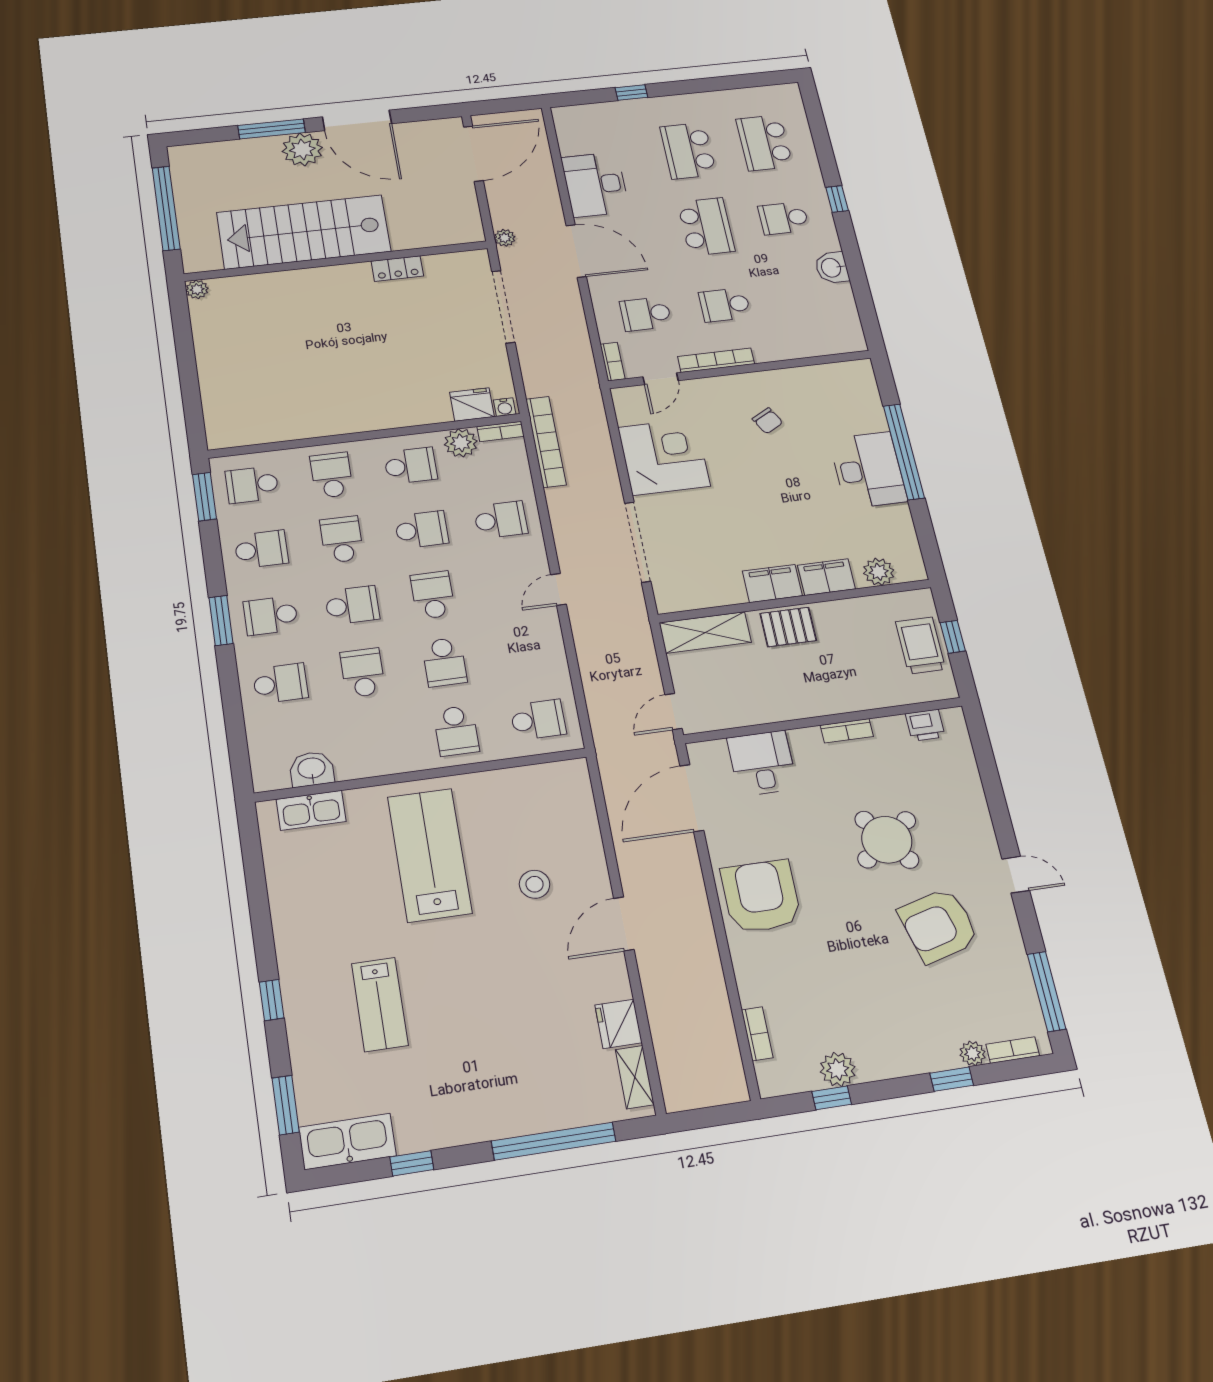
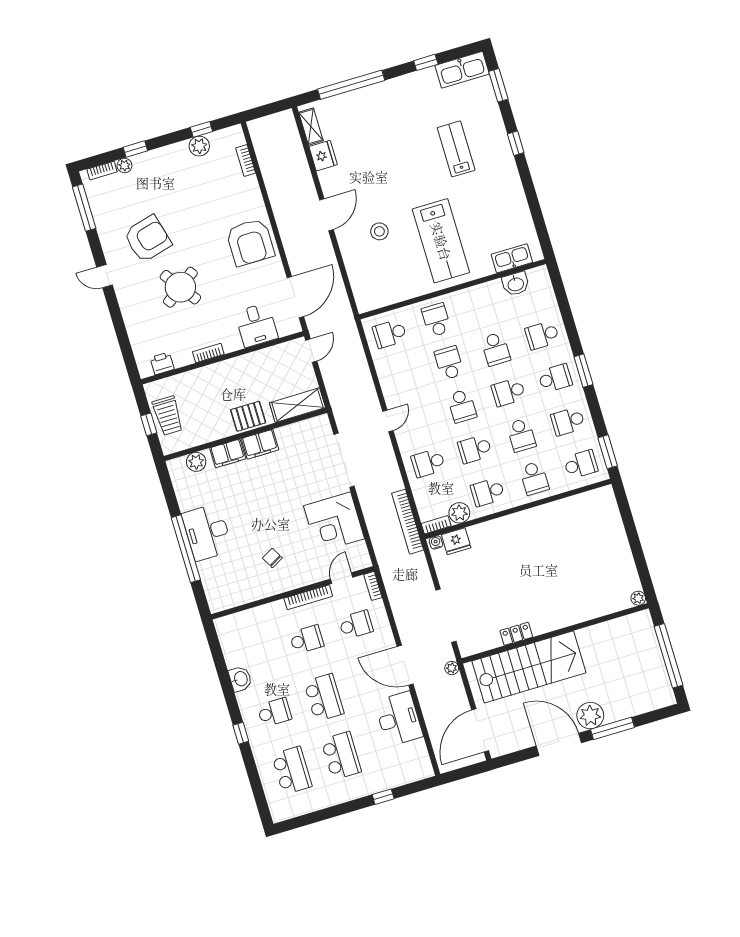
school desk: (706, 227) -> (324, 698), turned 180
stairs: (304, 232) -> (529, 667), moved

